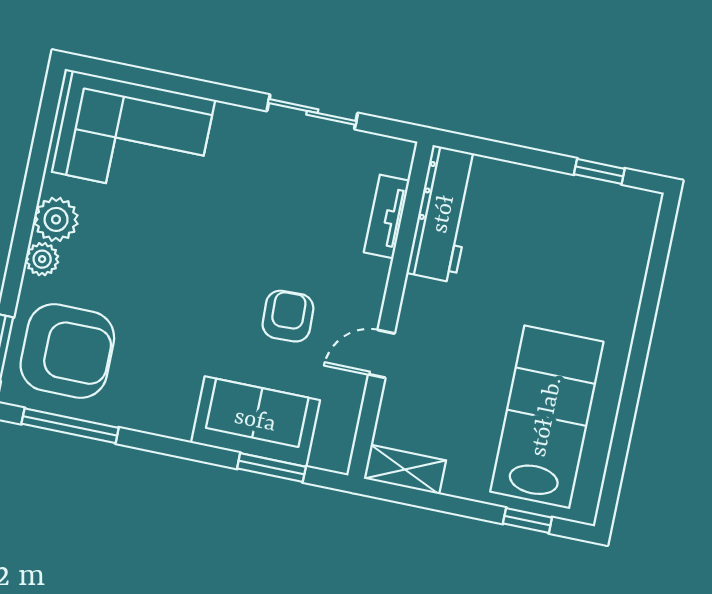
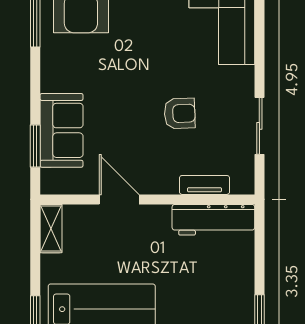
armchair: (288, 316) -> (180, 113), moved
door: (382, 354) -> (119, 199), width x1.38

